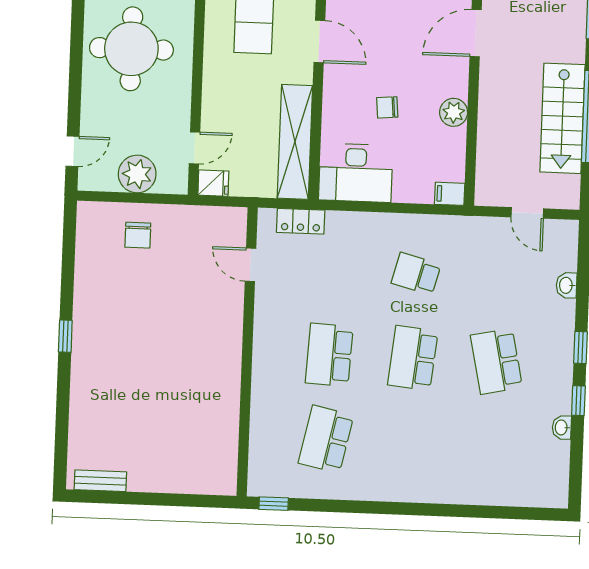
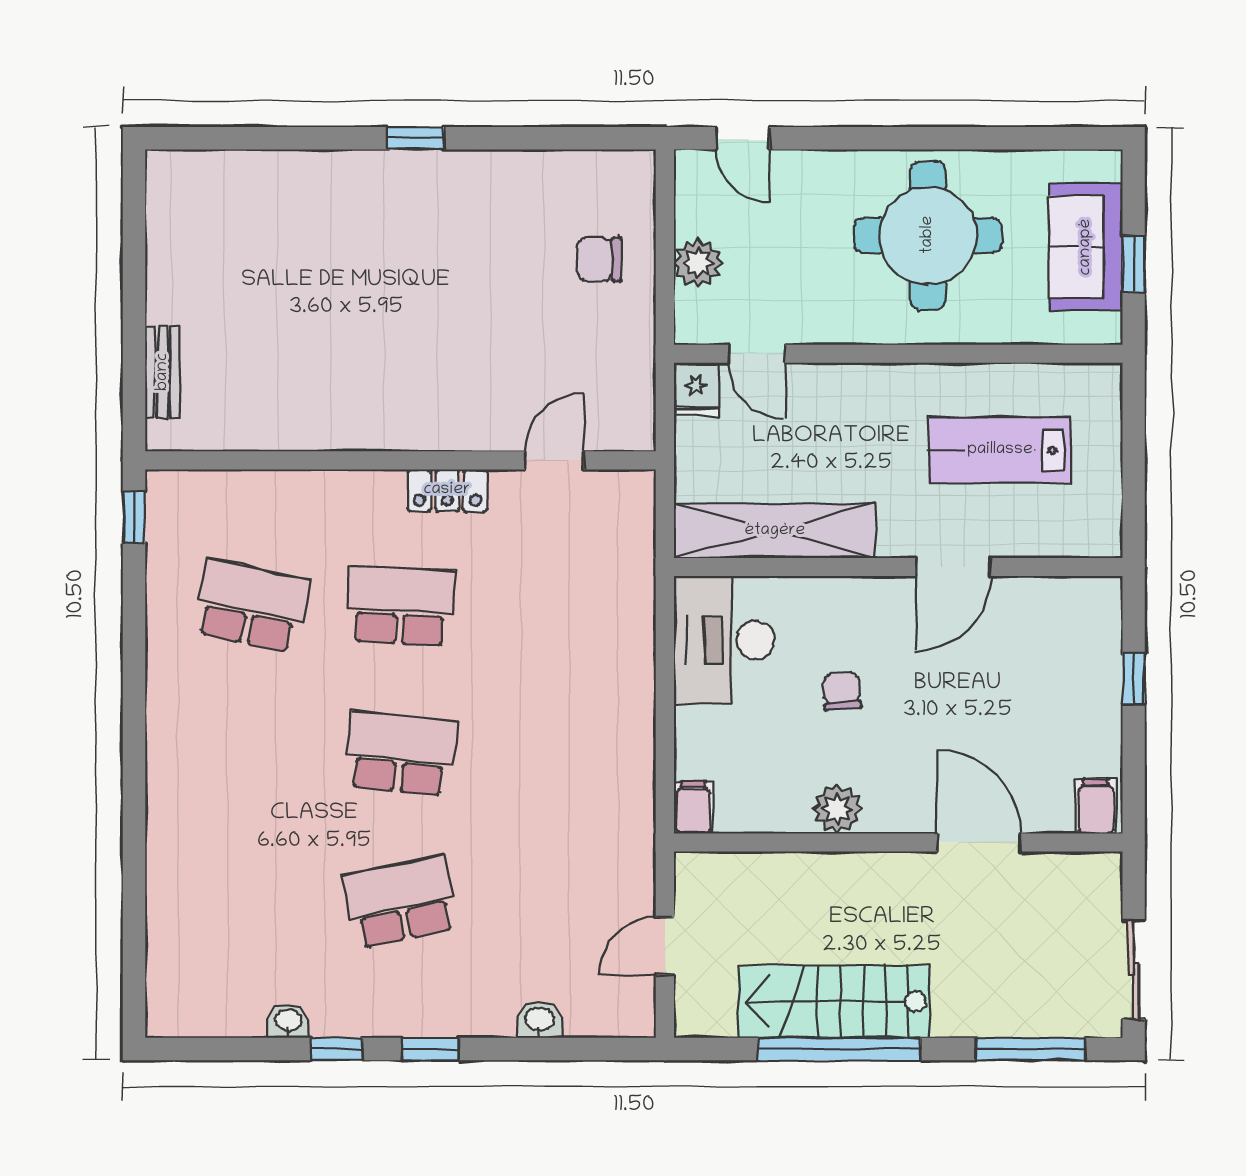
plant: (137, 174) -> (698, 263), width x0.73, depth x0.73
locker: (301, 221) -> (447, 490), moved, turned -90
school desk: (416, 274) -> (550, 754), removed
bench: (100, 481) -> (163, 372), moved

